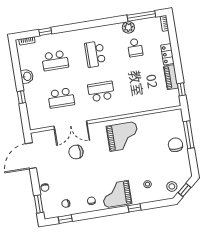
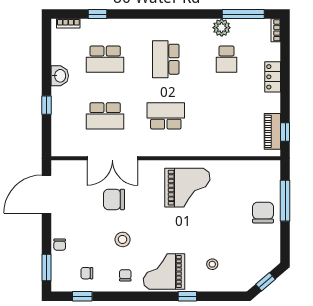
piano: (171, 77) -> (272, 131), moved
stool: (172, 186) -> (123, 239), moved

